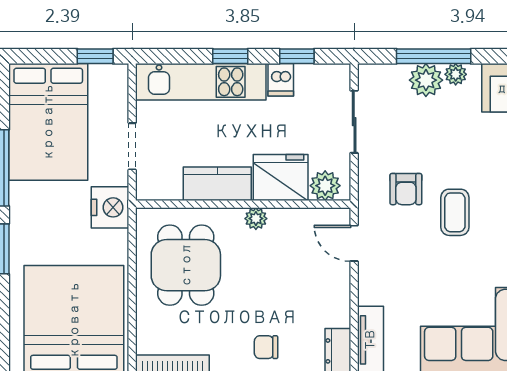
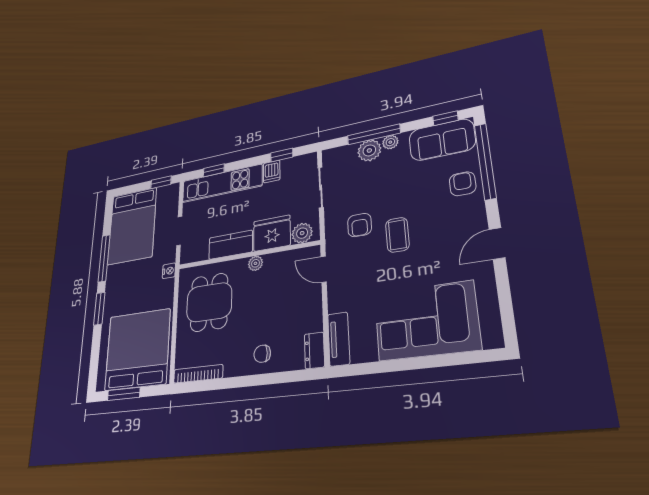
window: (230, 56) -> (214, 170), moved
nightstand: (110, 207) -> (169, 271), width x0.53, depth x0.56

